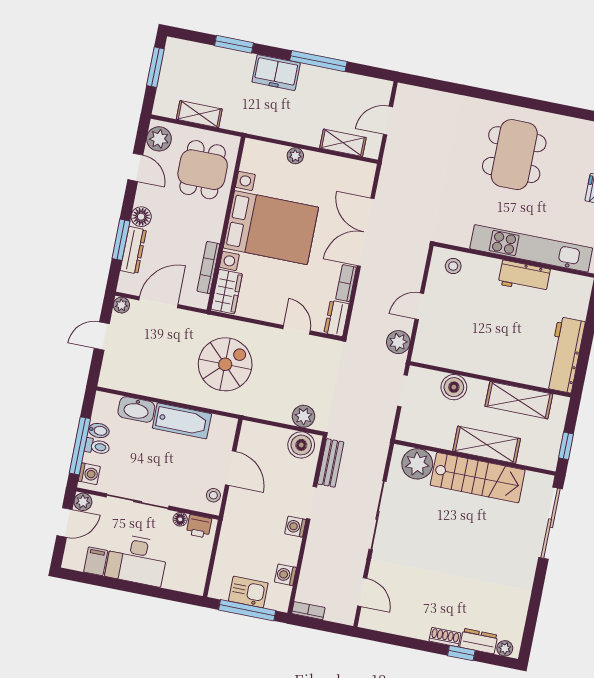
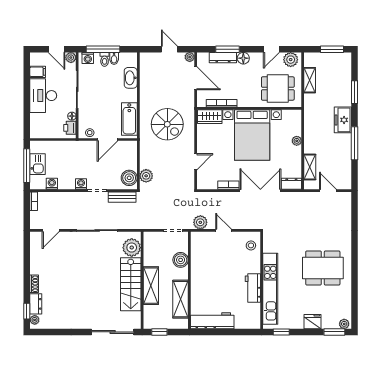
dresser: (337, 318) -> (291, 184), moved
bathtub: (182, 421) -> (129, 119), moved
window: (461, 653) -> (27, 311), moved

